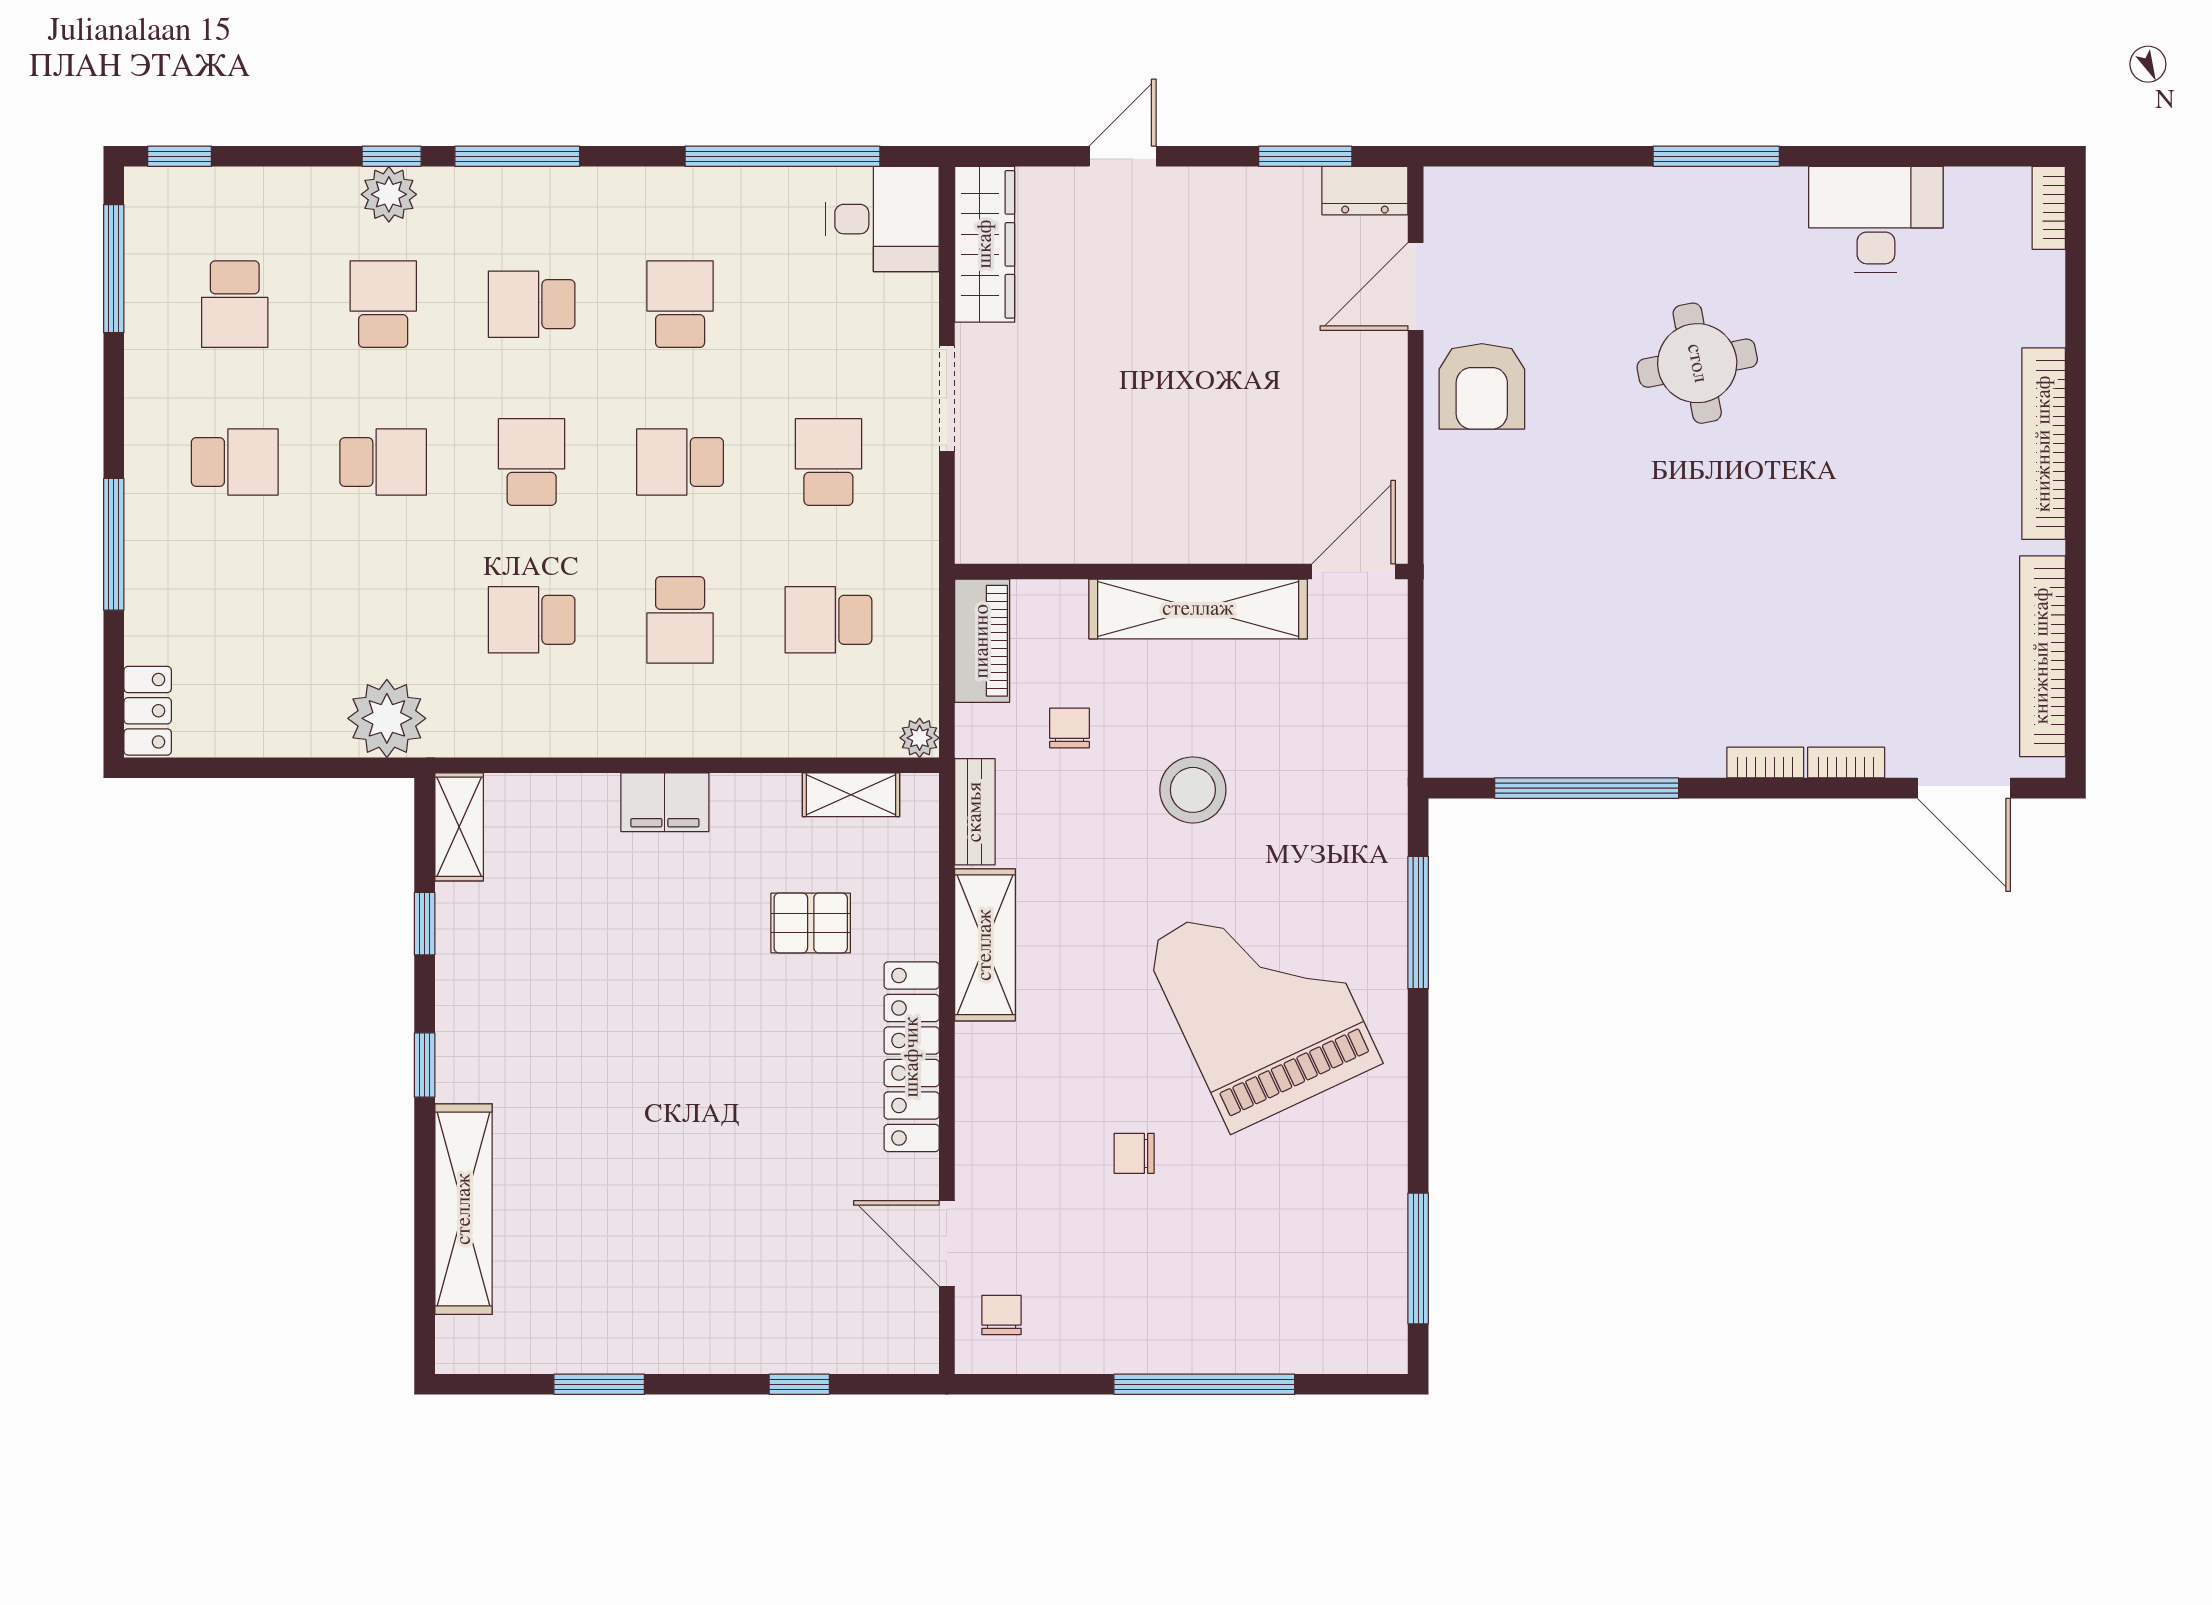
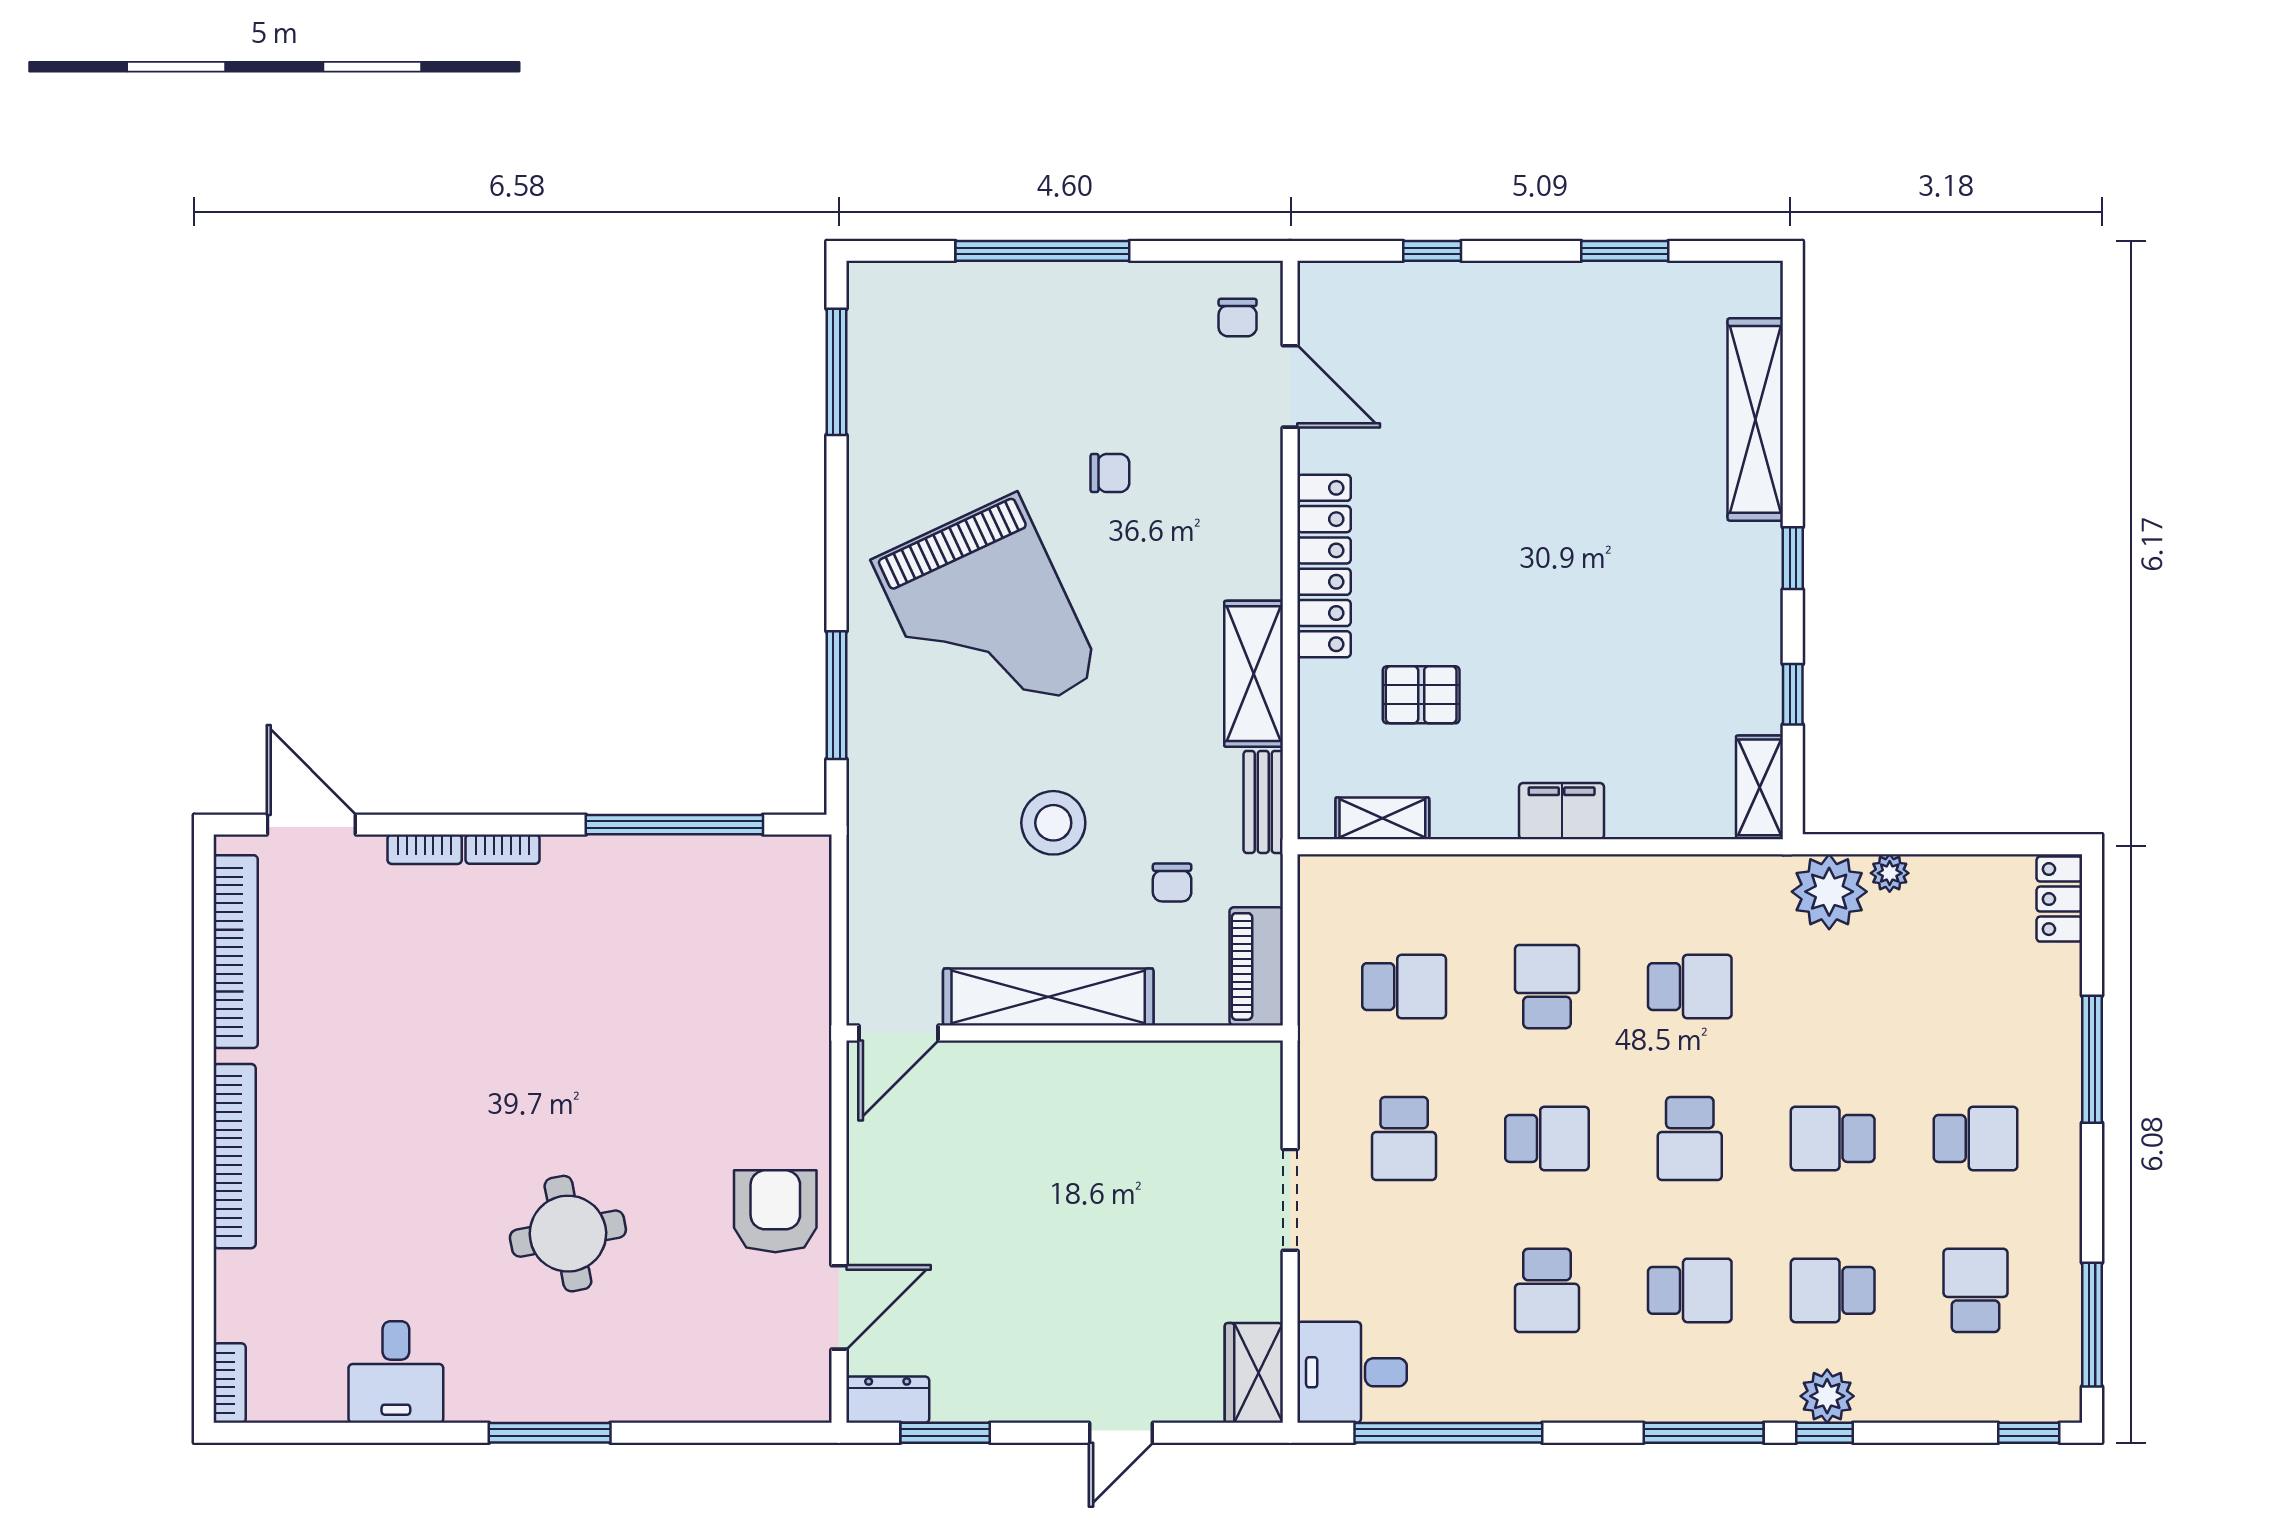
desk: (1876, 219) -> (396, 1372), width x0.73
wardrobe: (985, 244) -> (1254, 1373), width x0.67
school desk: (383, 304) -> (1833, 1290), turned 90
school desk: (235, 462) -> (1976, 1138), turned 180
plant: (920, 738) -> (1890, 873), moved

